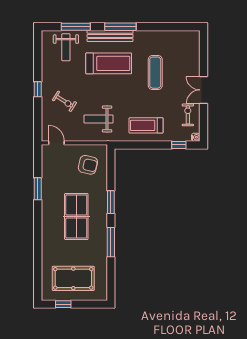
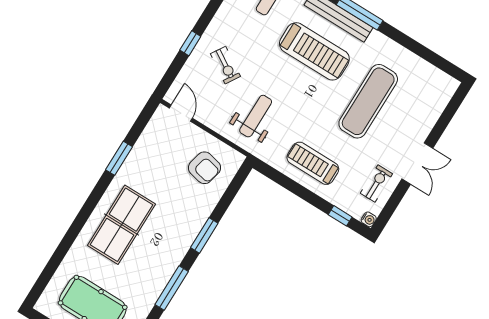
exercise mat: (155, 73) -> (368, 101), width x1.36, depth x1.45
window: (38, 89) -> (190, 43), moved
double door: (203, 90) -> (417, 164), swing flipped
weight bench: (98, 119) -> (256, 116), turned 90
table tennis table: (76, 216) -> (121, 225), moved

